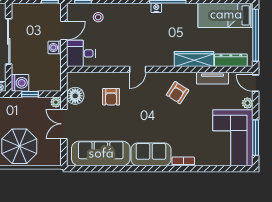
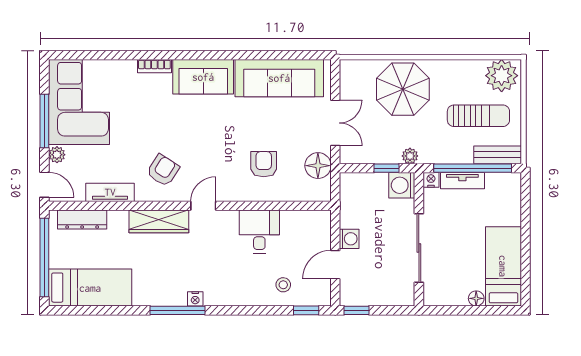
desk: (81, 53) -> (259, 231), moved, turned -90
wardrobe: (194, 59) -> (159, 221), moved
door: (138, 69) -> (203, 206), moved
plant: (56, 102) -> (410, 156), moved
window: (256, 138) -> (44, 121), moved

